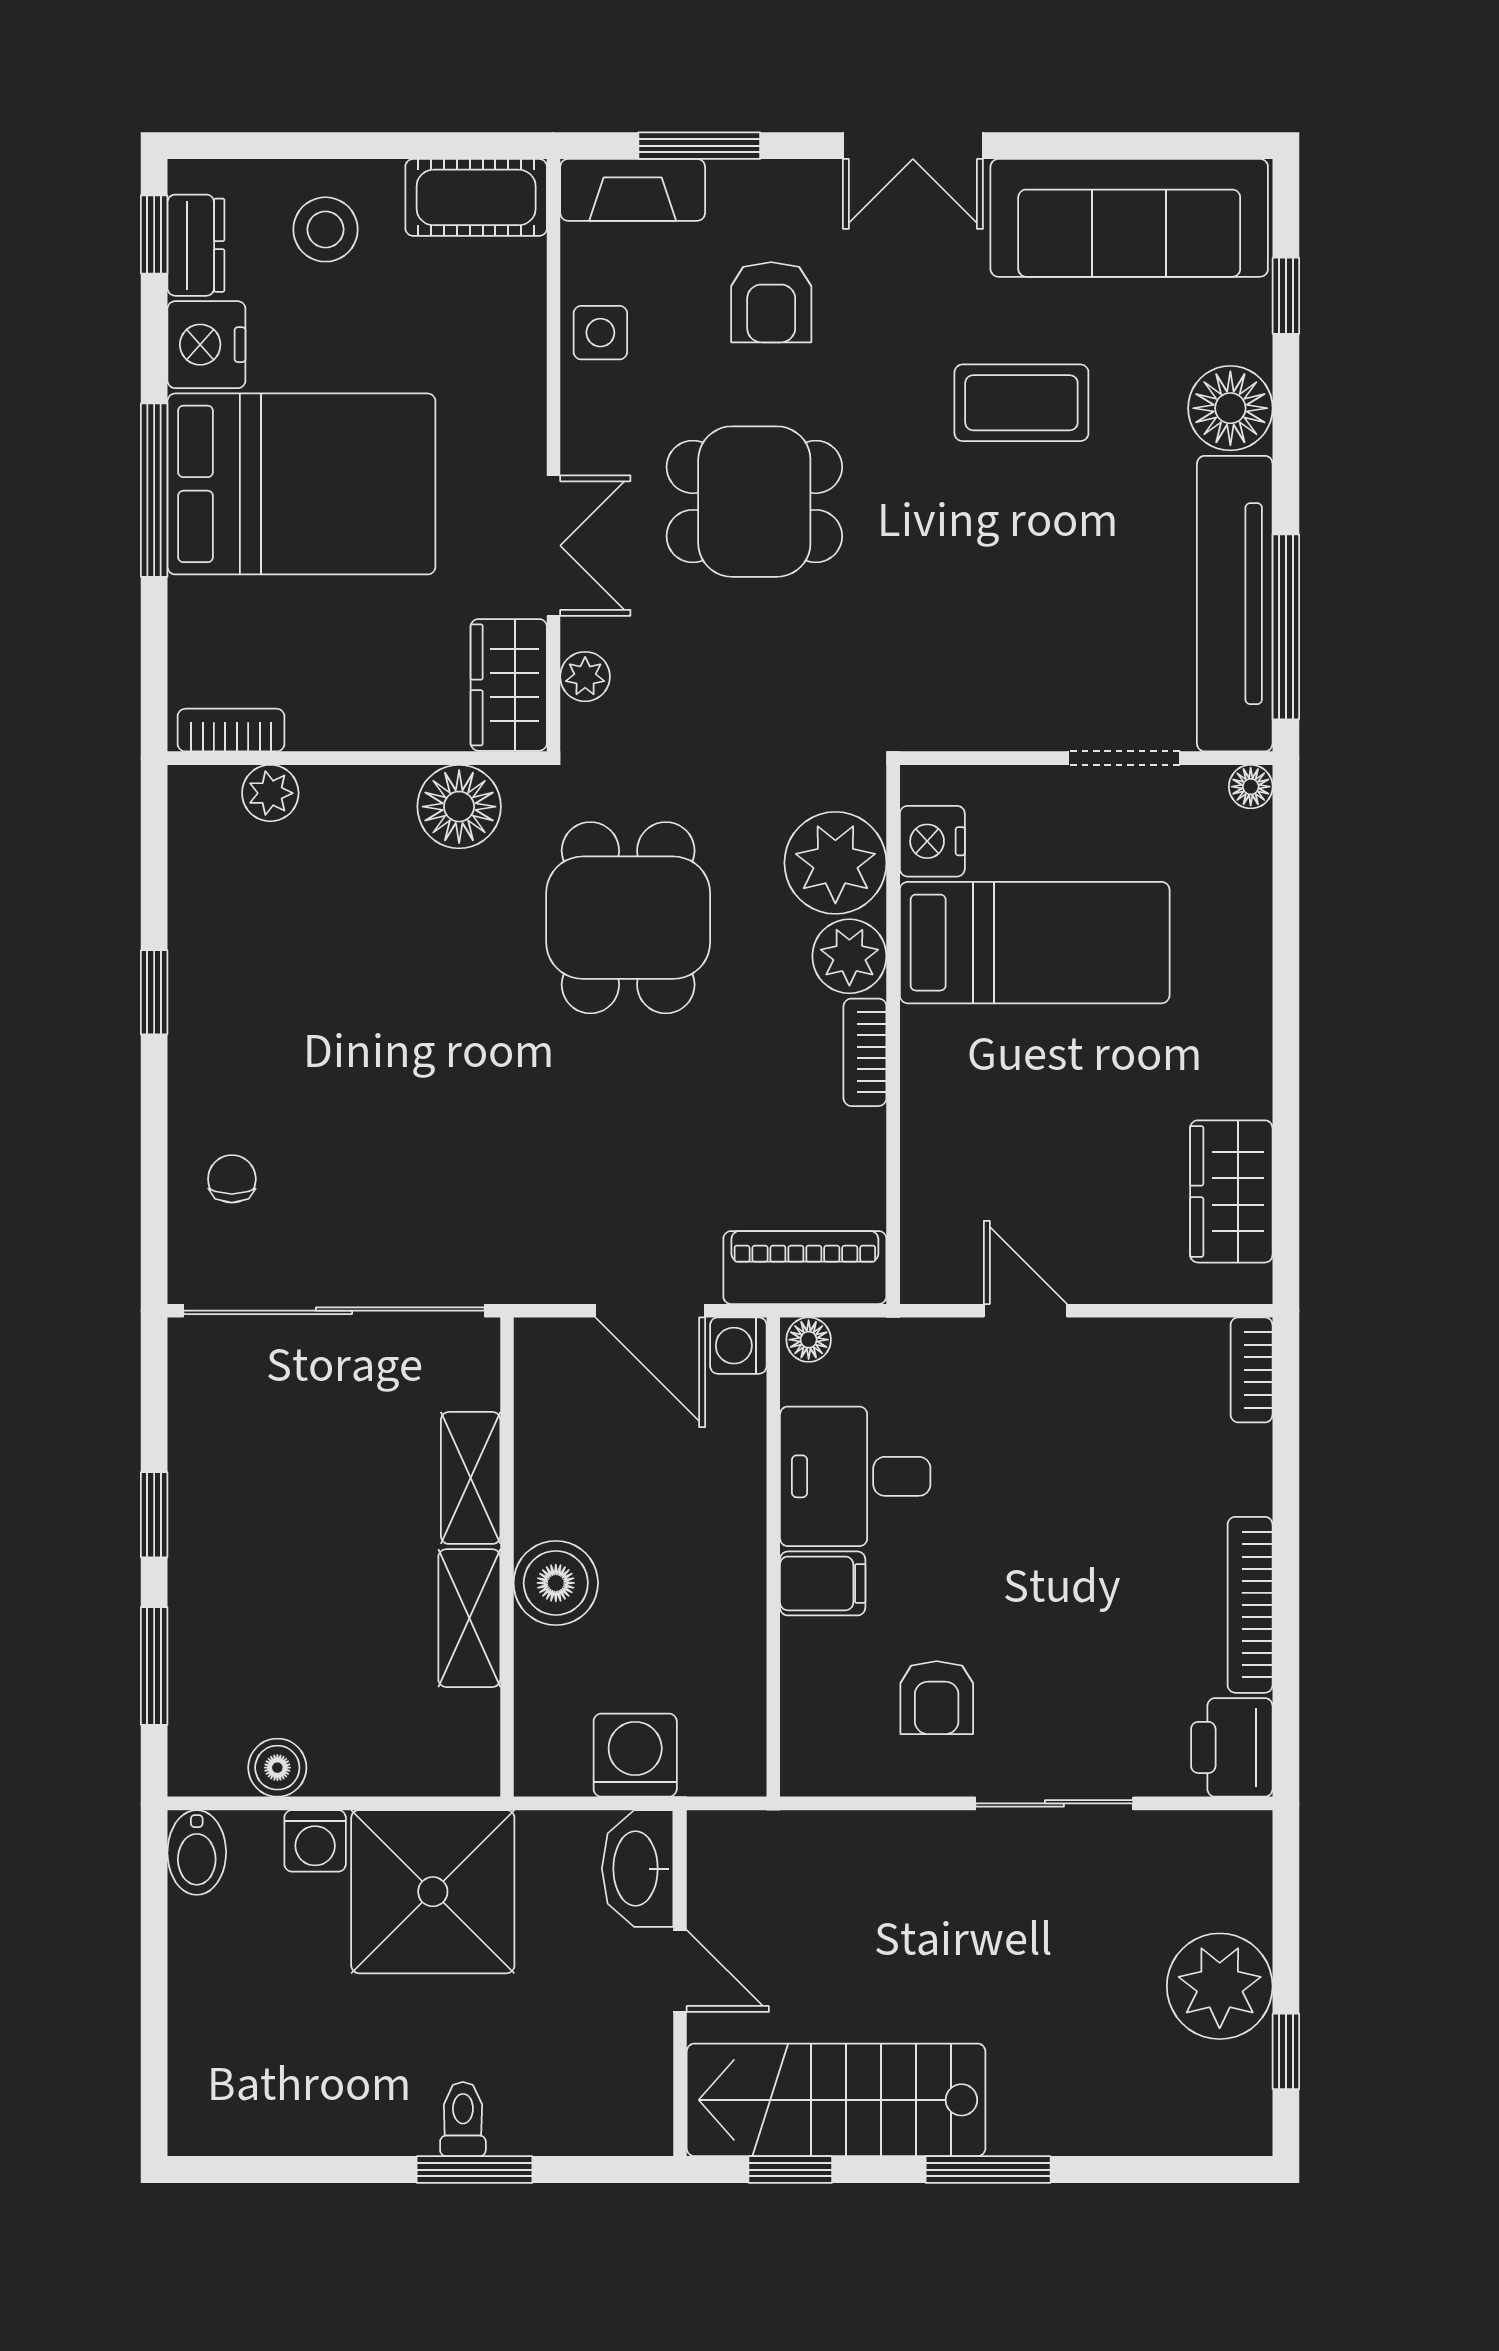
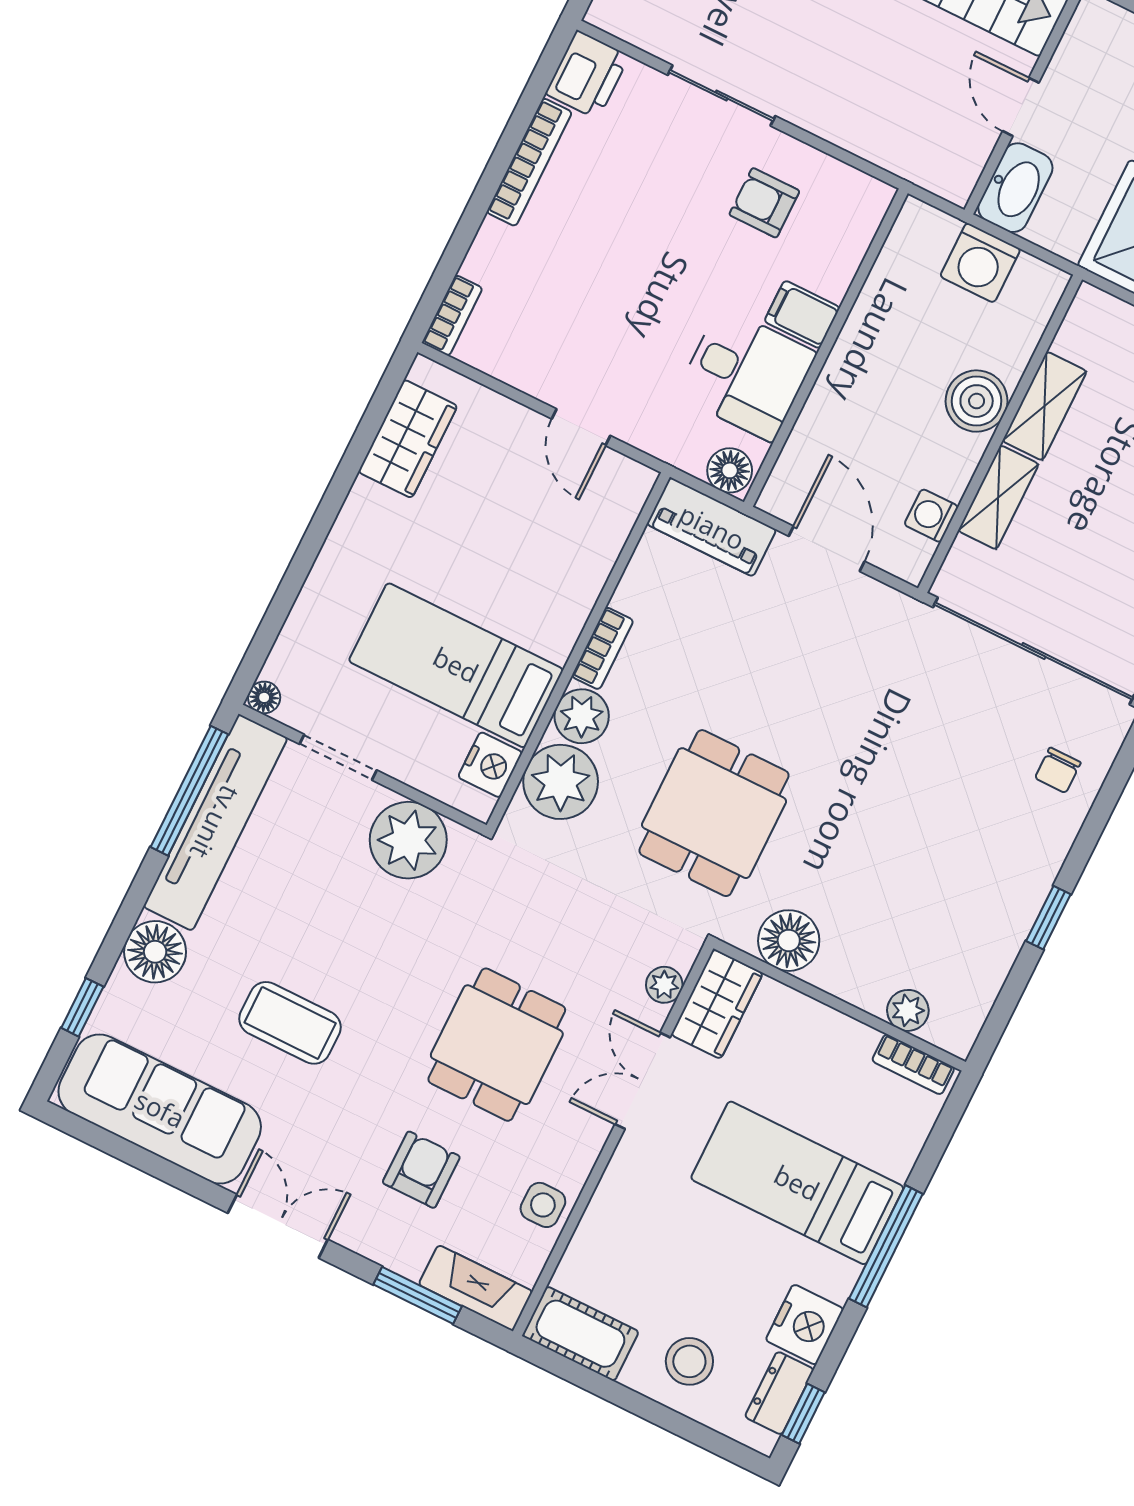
bed: (301, 484) -> (797, 1183), width x0.67
dining table: (754, 502) -> (497, 1045), turned 90
plant: (987, 699) -> (408, 840), added
floor lamp: (809, 1340) -> (730, 470), width x1.37, depth x1.37
washing machine: (738, 1346) -> (931, 516), moved, turned 180
armchair: (937, 1698) -> (764, 203), turned -90

